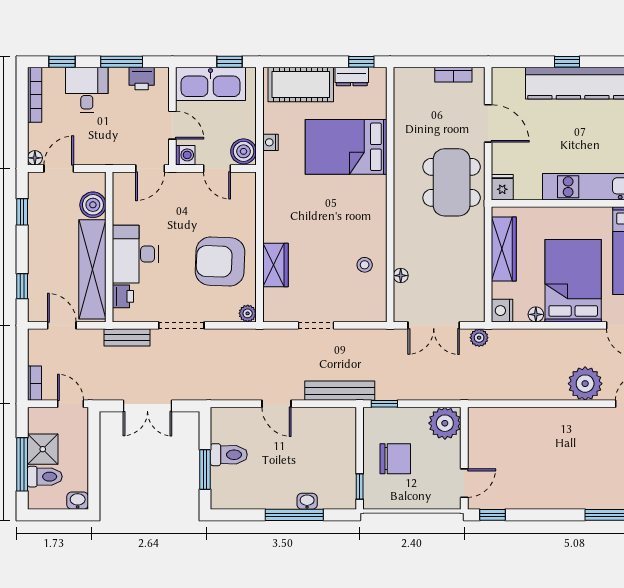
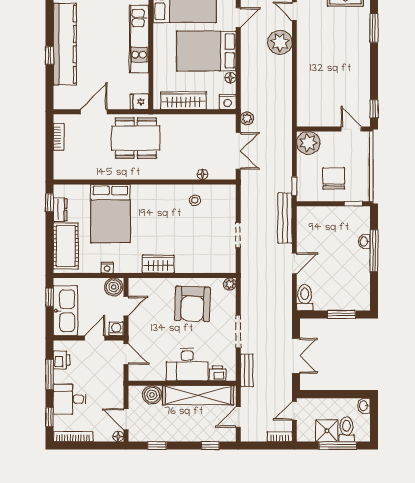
wardrobe: (275, 265) -> (158, 264), moved
toilet: (229, 455) -> (305, 298), moved

